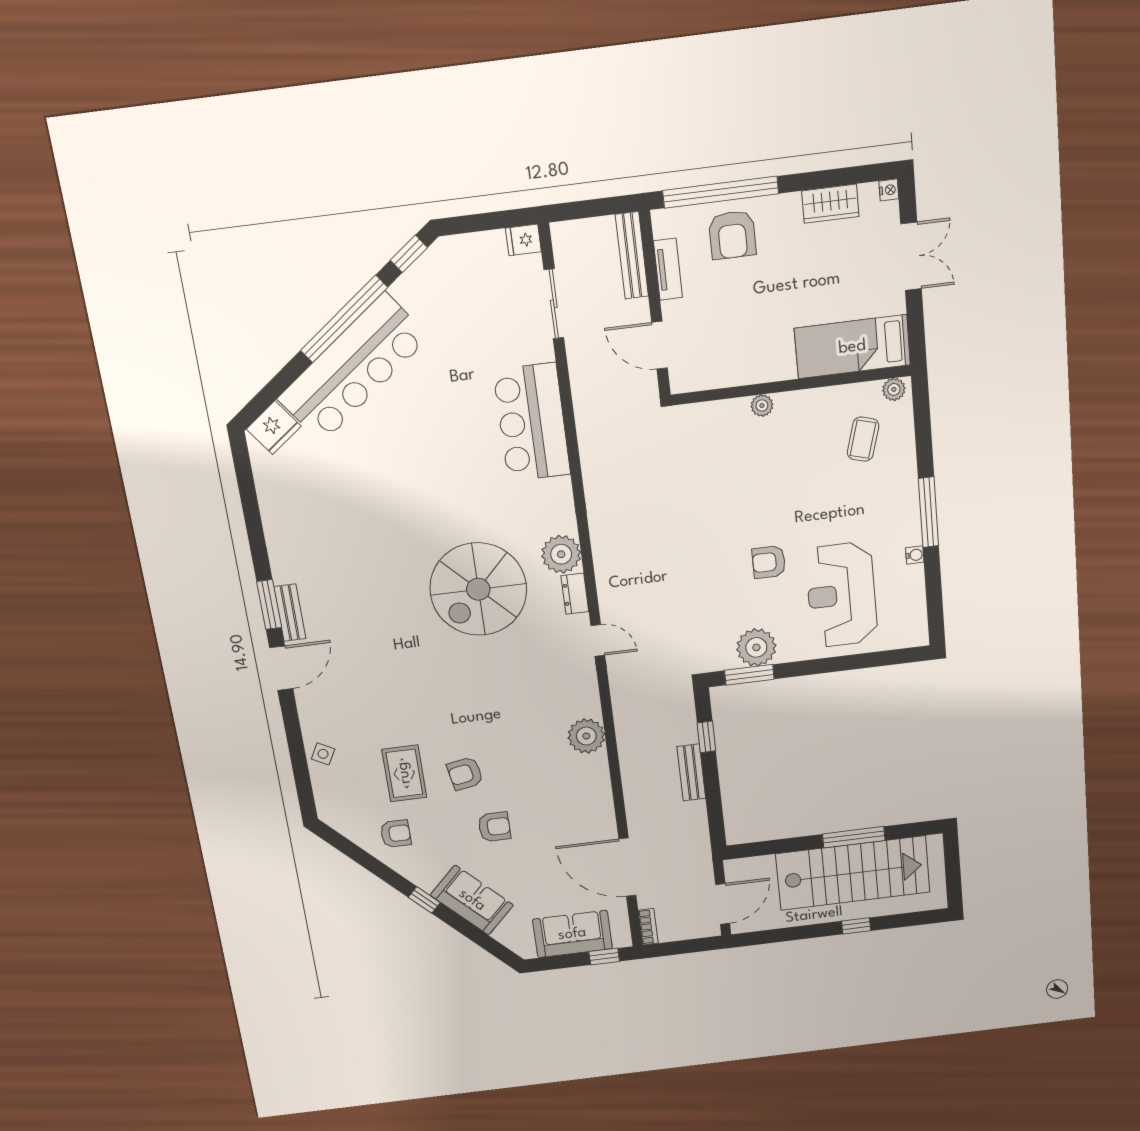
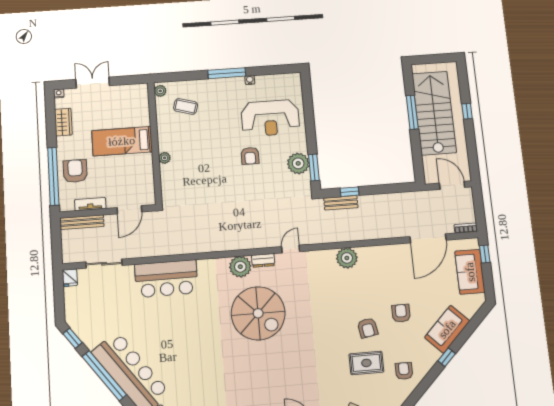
armchair: (732, 235) -> (75, 171), turned -90
bed: (852, 347) -> (122, 141), moved, turned 90
bench: (691, 772) -> (341, 203), moved

